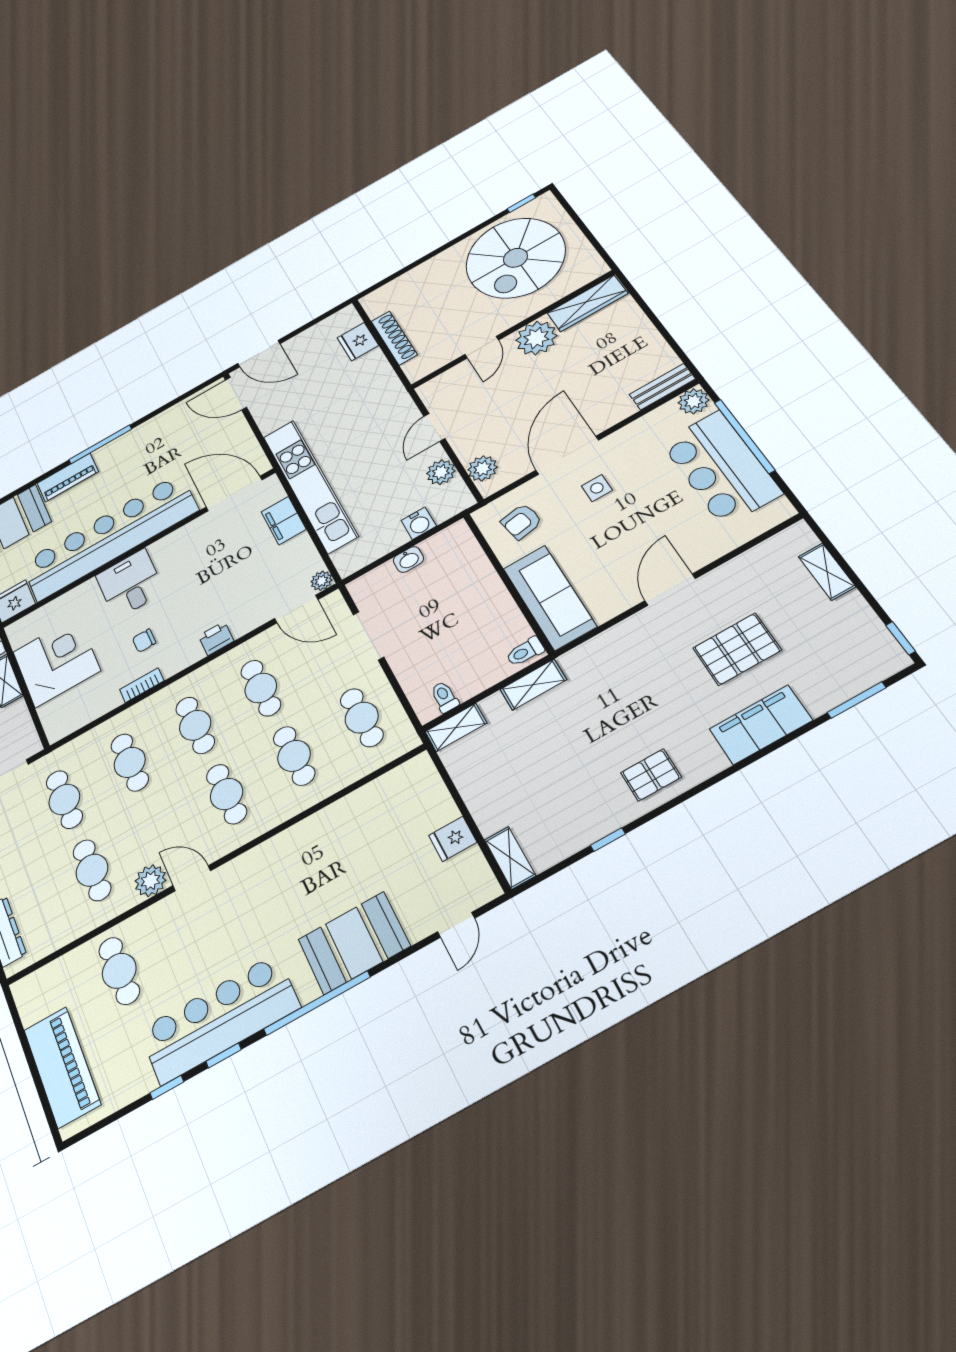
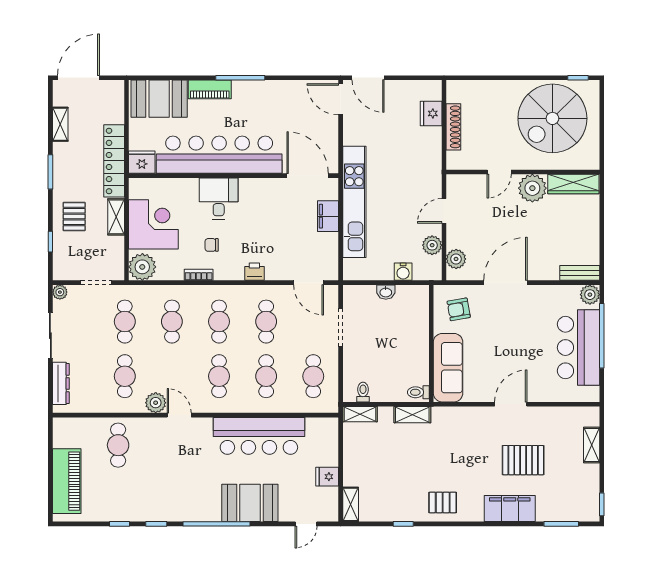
side table: (597, 488) -> (509, 315), removed
plant: (322, 581) -> (142, 267), moved, width x1.87, depth x1.87
bar counter: (219, 1019) -> (259, 436), moved, turned 180

